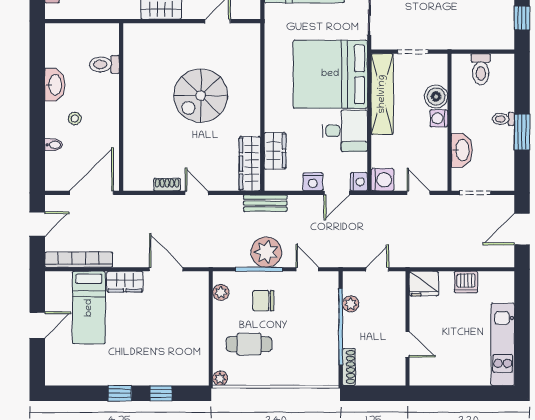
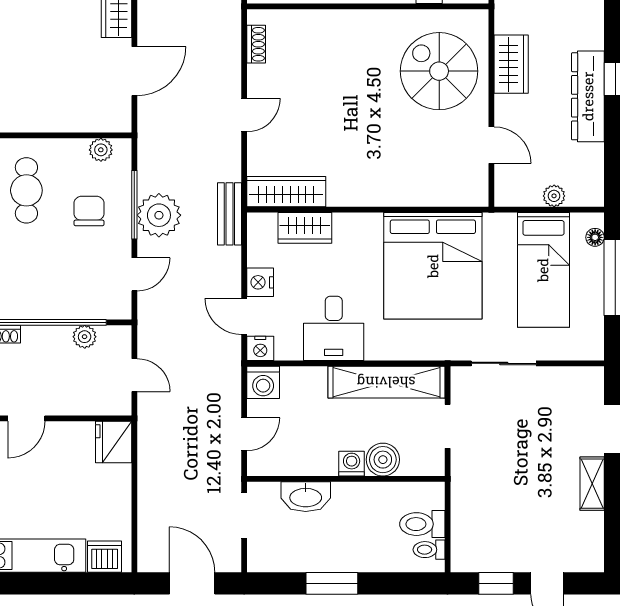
bed: (330, 74) -> (433, 266), moved, turned 180
spiral stairs: (201, 96) -> (439, 71), moved
toilet: (503, 119) -> (429, 550), moved, turned -90
shoe rack: (167, 185) -> (256, 44), moved
dishwasher: (466, 282) -> (105, 557), moved, turned 90

